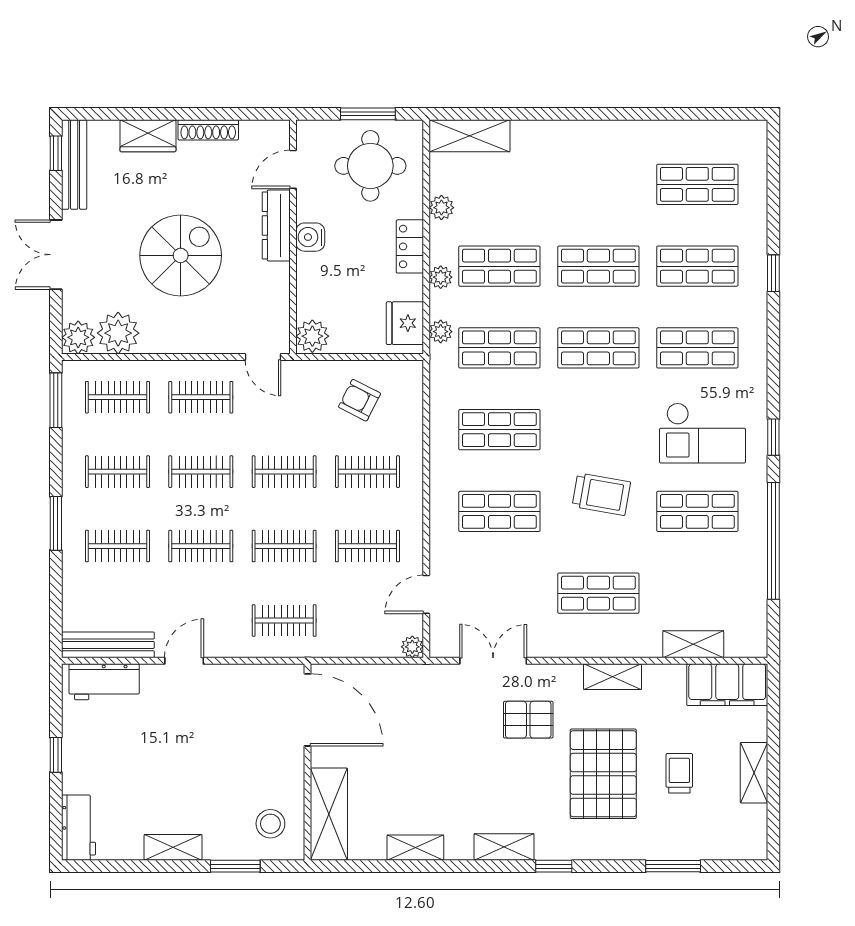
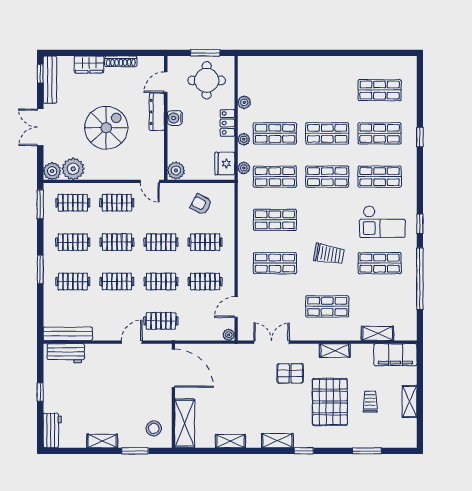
shelving: (470, 136) -> (259, 64), removed
door: (184, 661) -> (132, 342), moved

